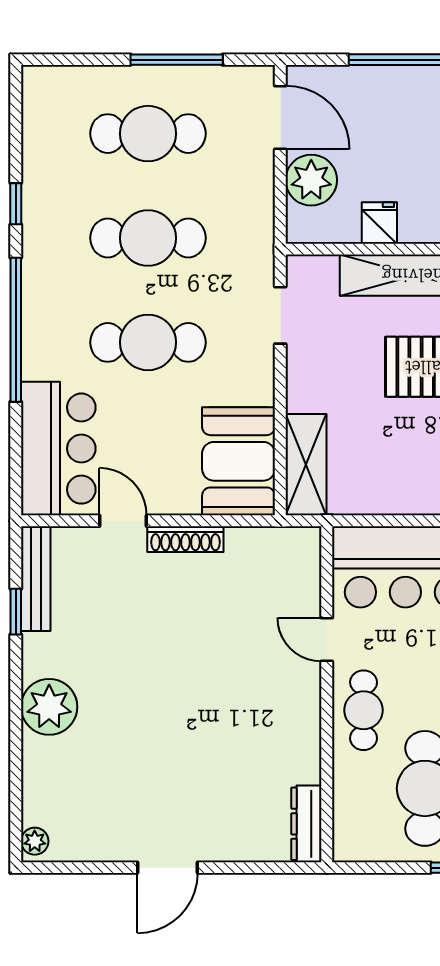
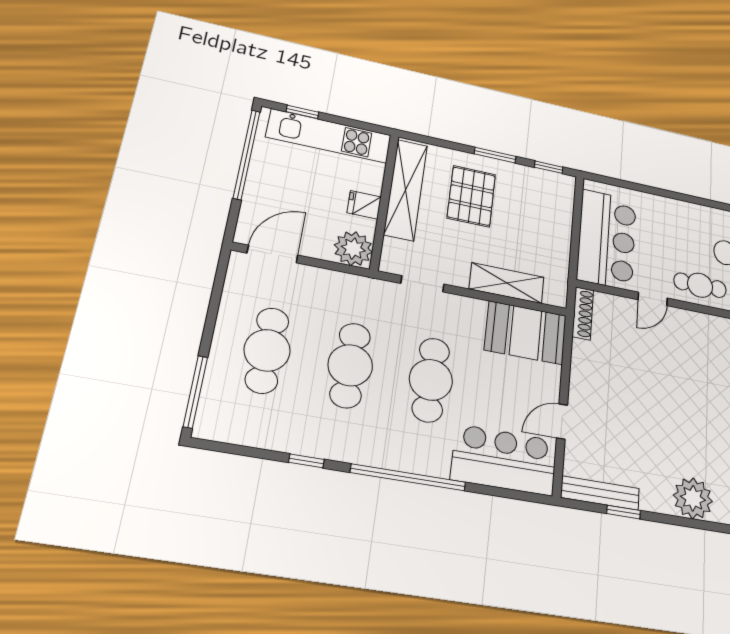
window: (177, 60) -> (195, 392), moved
plant: (311, 180) -> (353, 249), moved
shelving: (306, 465) -> (507, 283), moved
shoe rack: (185, 539) -> (583, 313), moved

